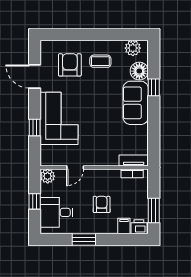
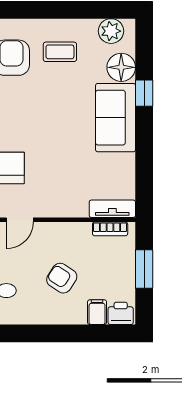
armchair: (102, 204) -> (62, 278), turned -57
window: (154, 210) -> (144, 269), moved
window: (84, 240) -> (34, 333), removed

